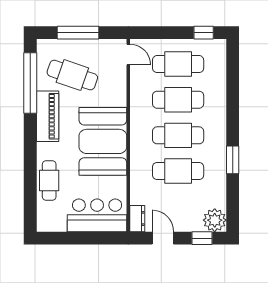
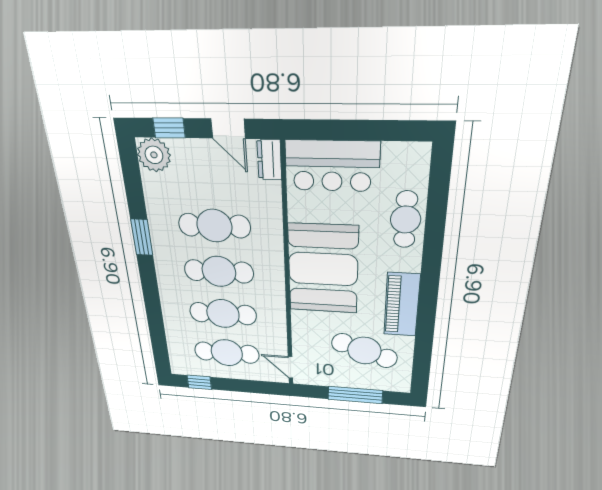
window: (30, 83) -> (423, 346), removed

